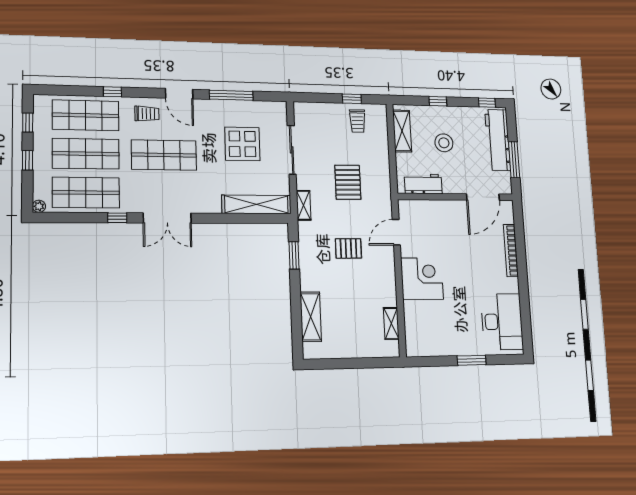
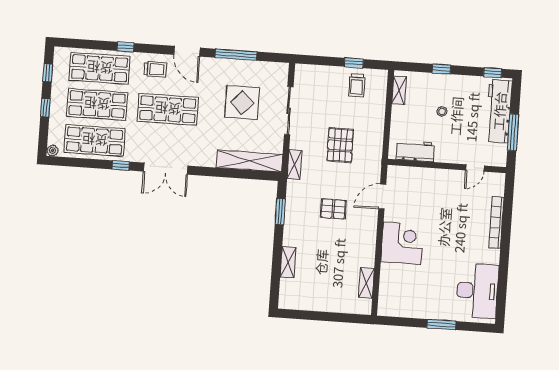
shelving: (402, 131) -> (399, 90), width x0.67, depth x0.75
stool: (444, 143) -> (442, 111), width x0.53, depth x0.53
door: (483, 197) -> (475, 168), width x0.53
shelving: (311, 317) -> (288, 262), width x0.67, depth x0.75

